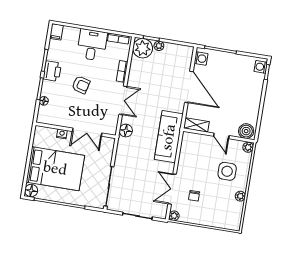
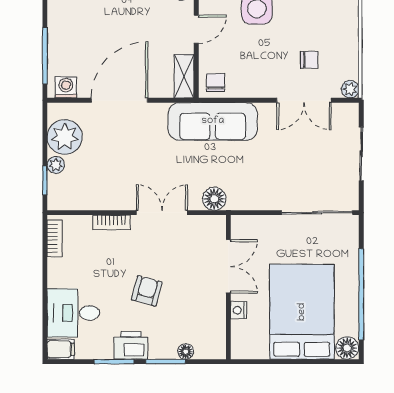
desk: (92, 45) -> (73, 313), moved
plant: (143, 48) -> (65, 137), moved
chair: (190, 142) -> (215, 83), added

